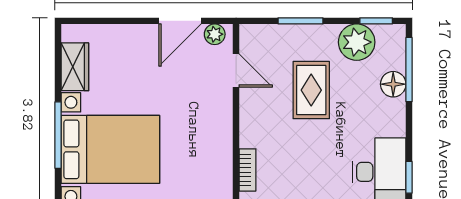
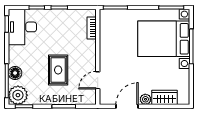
plant: (215, 34) -> (145, 99), moved
plant: (357, 42) -> (18, 95), moved
wardrobe: (75, 67) -> (165, 97), moved, turned 90
door: (236, 70) -> (98, 80), hinge flipped

